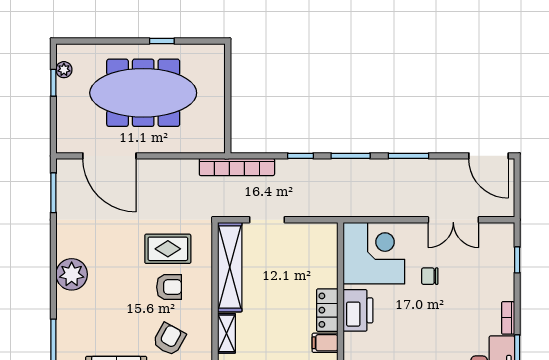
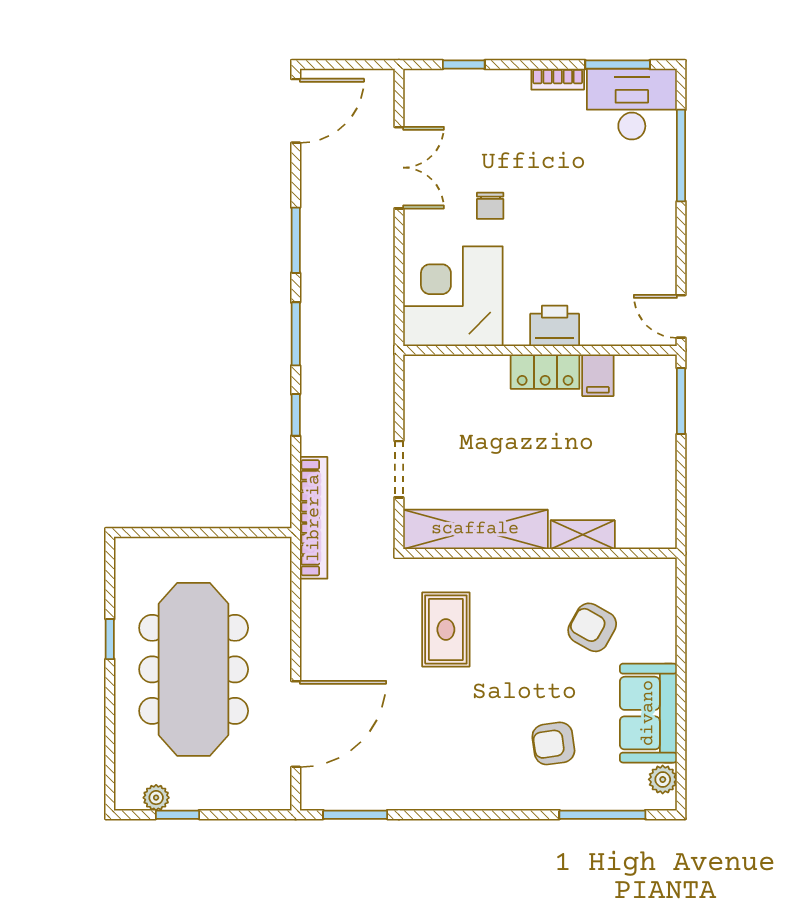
plant: (72, 274) -> (487, 785), removed
armchair: (169, 287) -> (553, 743), moved, turned -98
printer: (358, 310) -> (555, 326), width x0.73, depth x0.84

